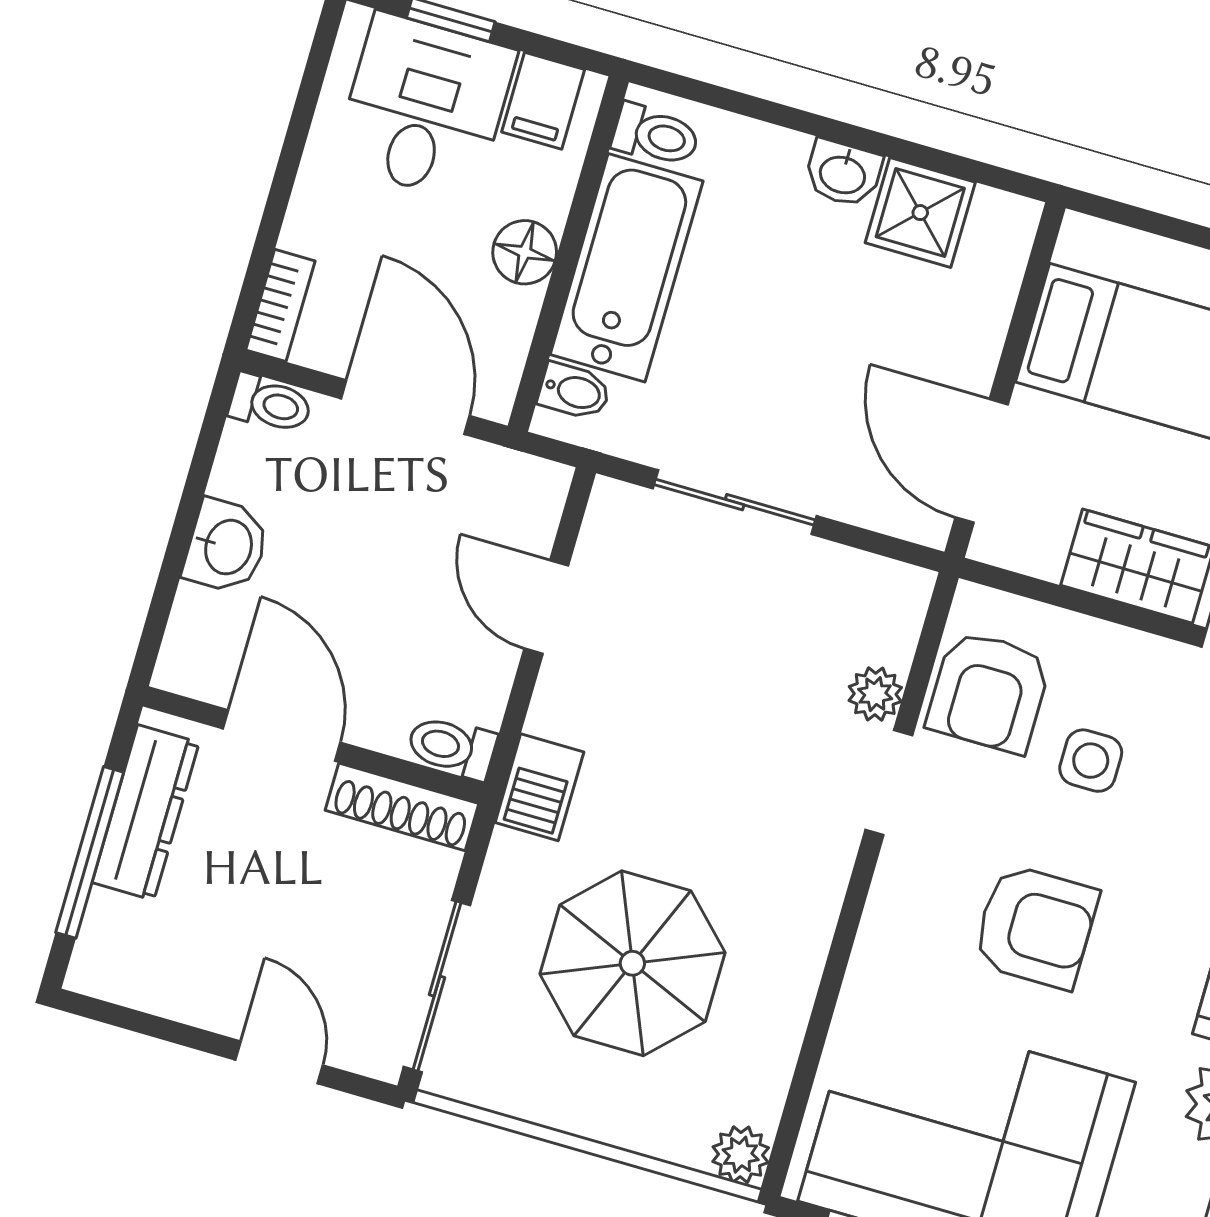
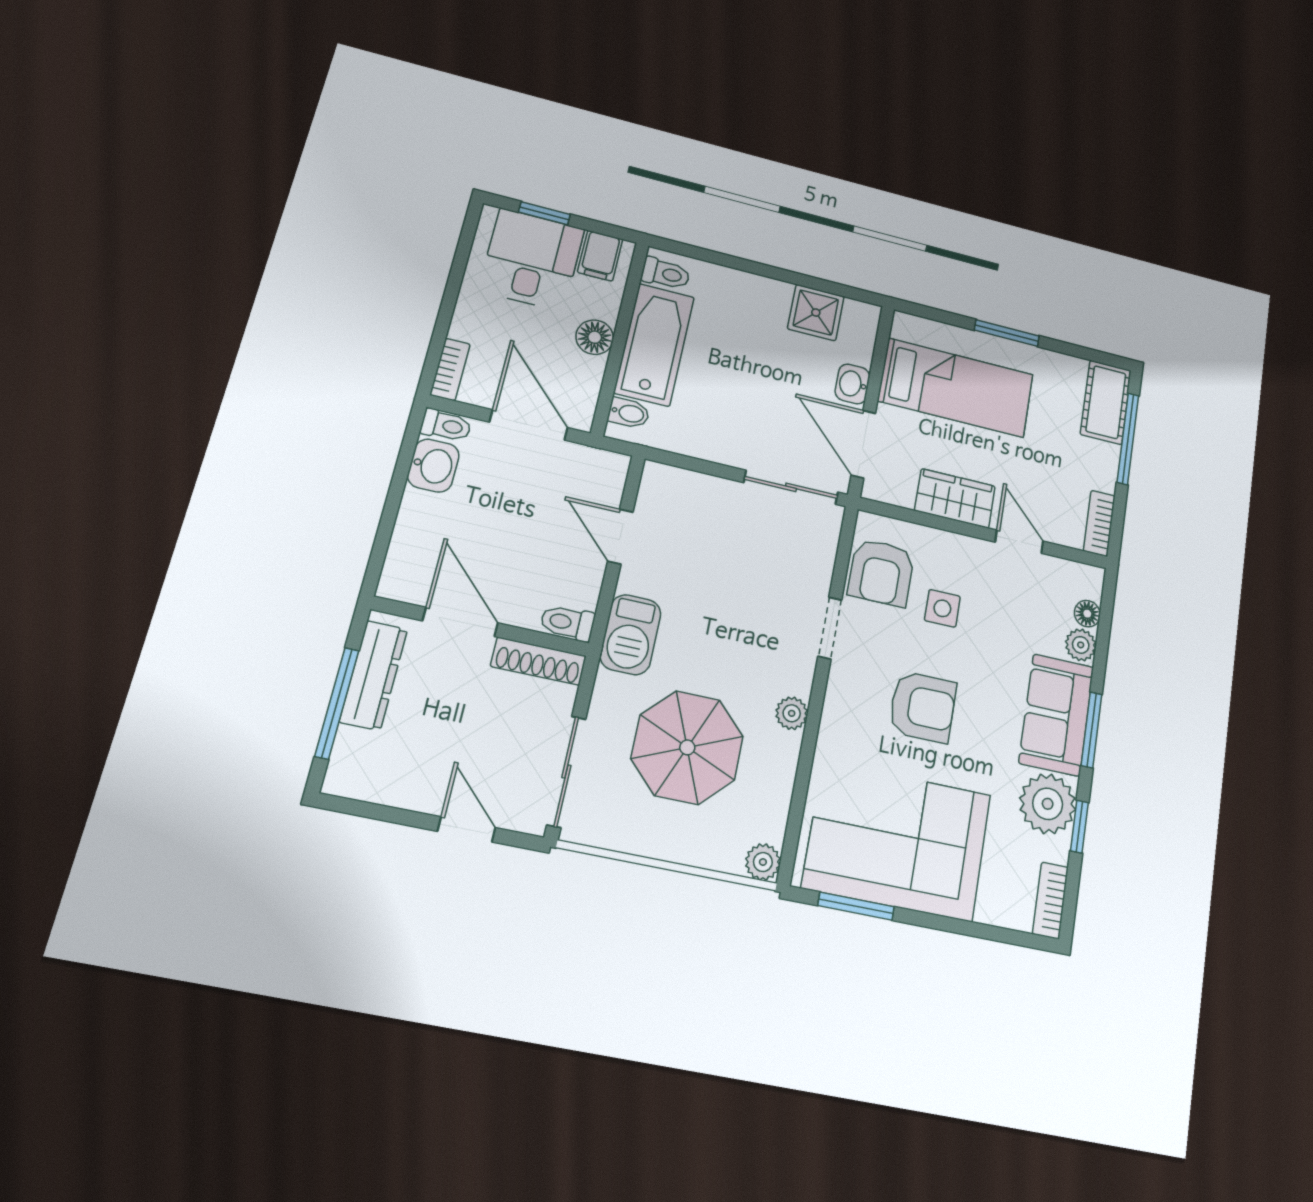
washbasin: (843, 173) -> (852, 384), moved, turned 90
sliding door: (735, 502) -> (791, 487), moved
washbasin: (226, 546) -> (433, 466), moved
plant: (875, 694) -> (792, 713), moved
barbecue: (539, 787) -> (630, 635), width x1.38, depth x1.27

